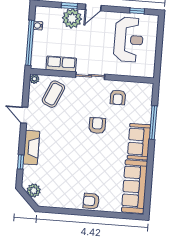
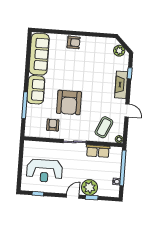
reception desk: (129, 40) -> (44, 171), turned -90
armchair: (97, 126) -> (69, 103), width x1.88, depth x1.88

